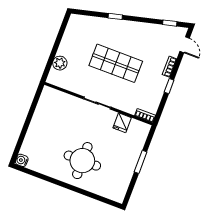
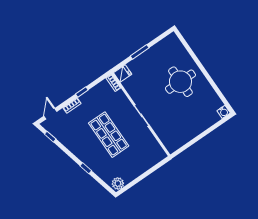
plant: (60, 63) -> (118, 184), moved
fridge: (122, 123) -> (123, 73), moved

